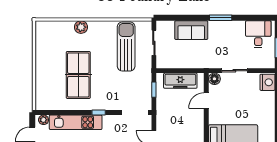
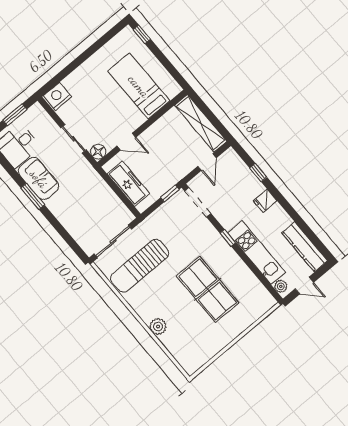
sofa: (191, 30) -> (39, 179), moved
sliding door: (154, 43) -> (113, 241), width x1.37
table tennis table: (78, 75) -> (208, 289), turned 90
window: (154, 90) -> (170, 193), moved

